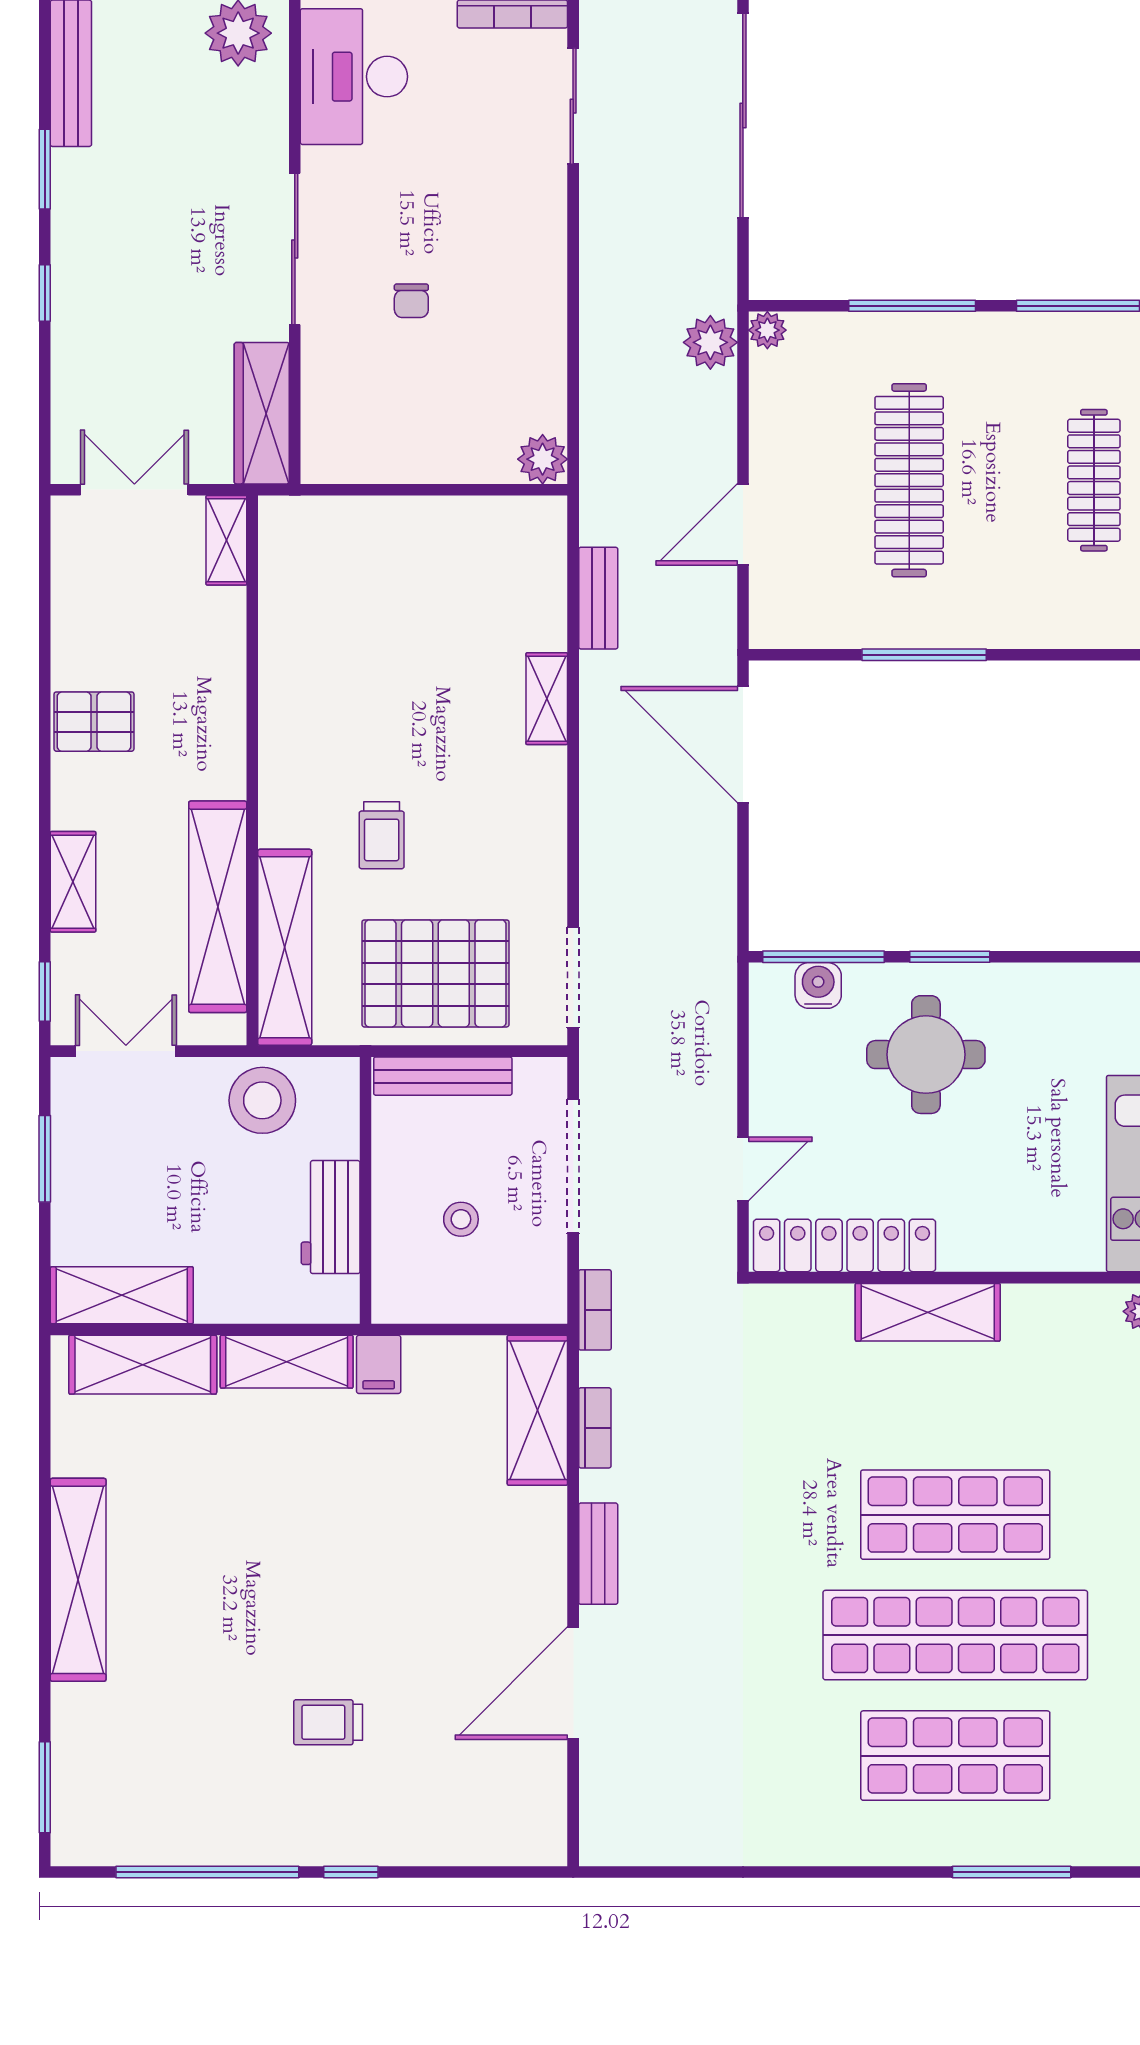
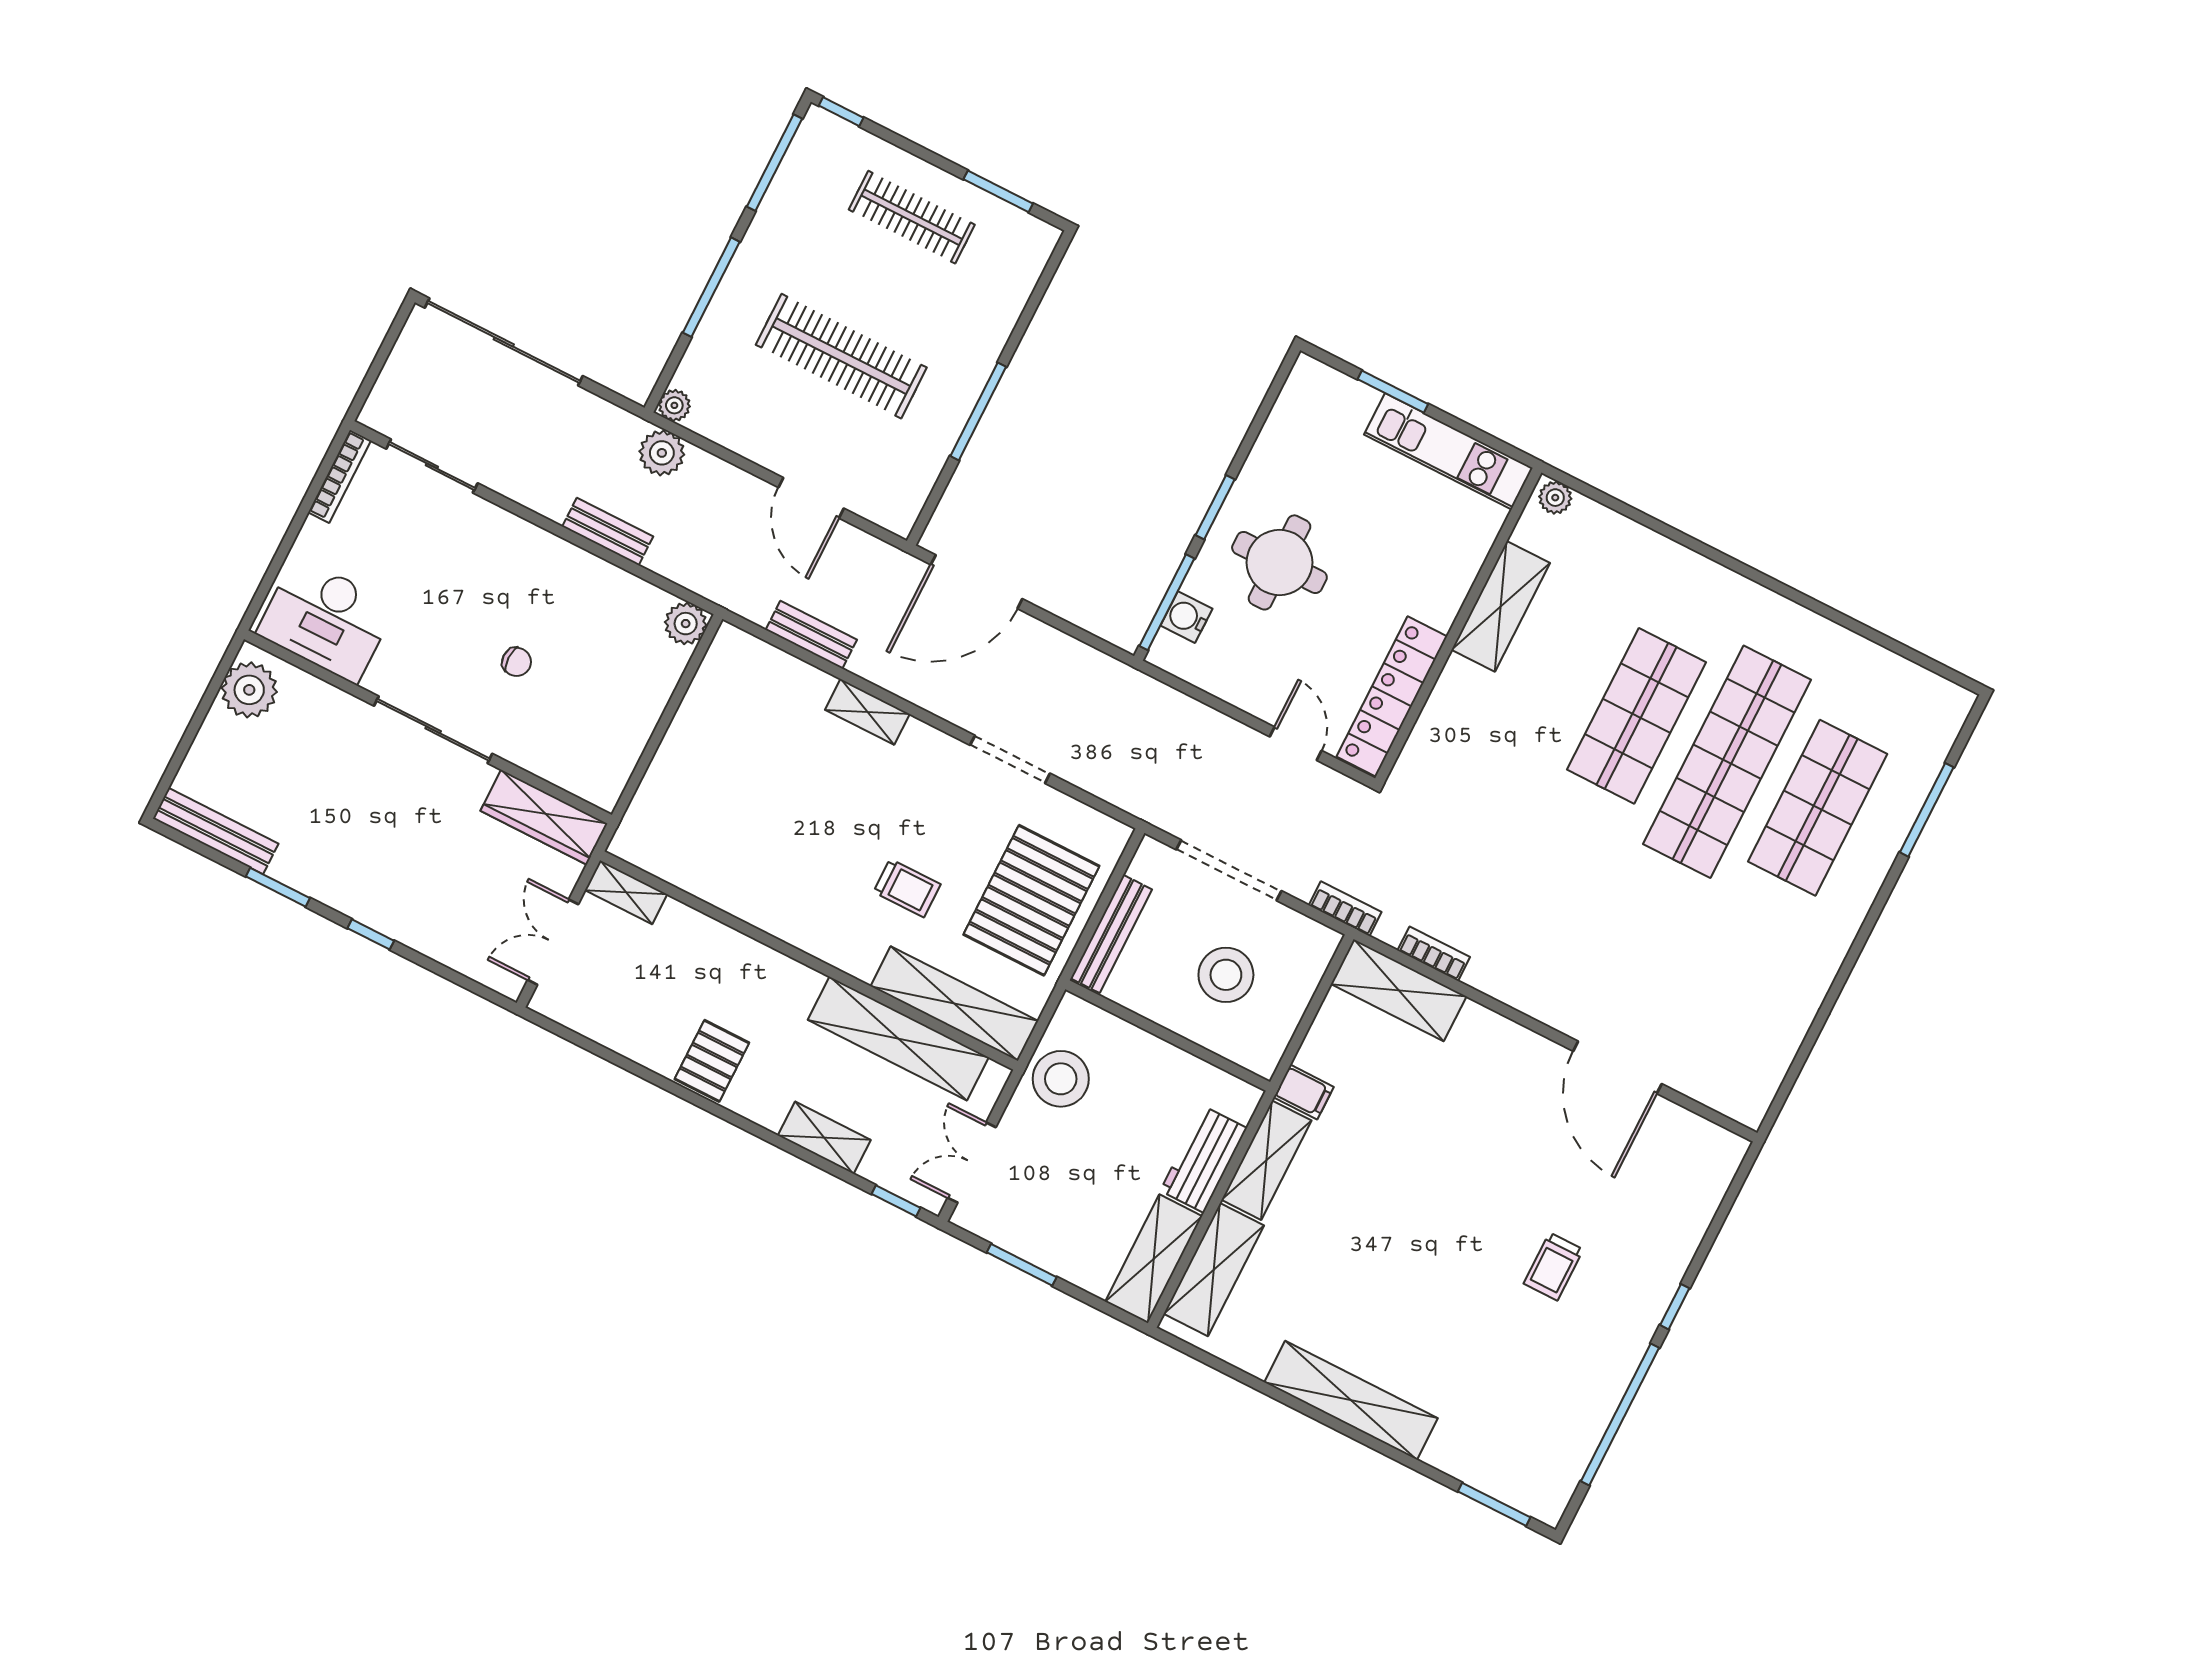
doorway: (573, 978) -> (1010, 759), moved
workbench: (331, 1217) -> (1203, 1159), moved, turned 90
stool: (461, 1219) -> (1226, 975), width x1.89, depth x1.89
shelving: (928, 1312) -> (1501, 606), moved
bench: (598, 1554) -> (608, 531), moved

